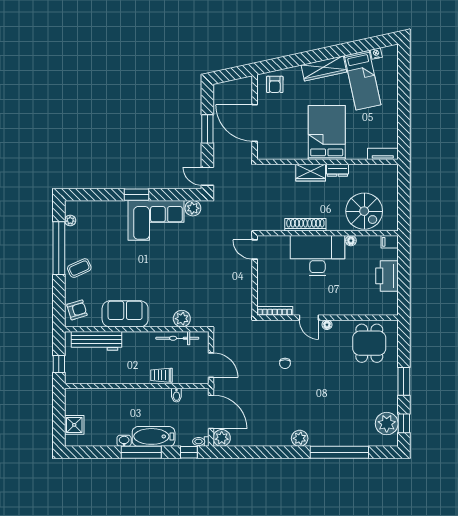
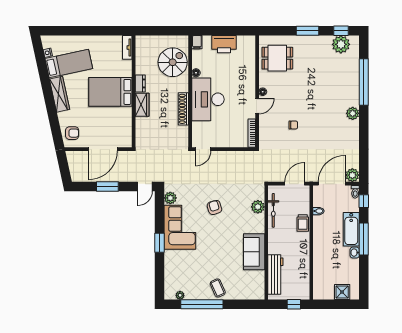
armchair: (77, 310) -> (214, 207), moved

